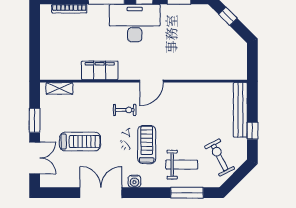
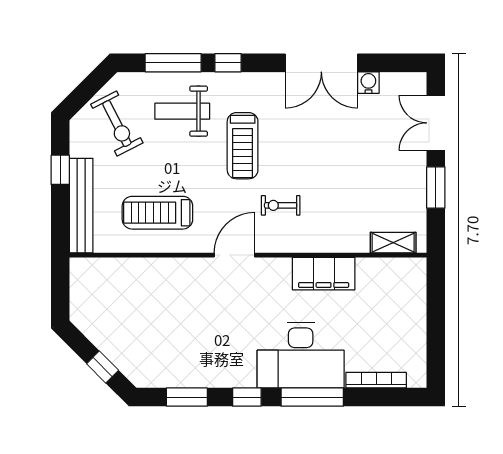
desk: (135, 23) -> (301, 355), moved
treadmill: (80, 142) -> (157, 213), moved
water cooler: (134, 181) -> (368, 83), moved
window: (155, 193) -> (228, 63), added

